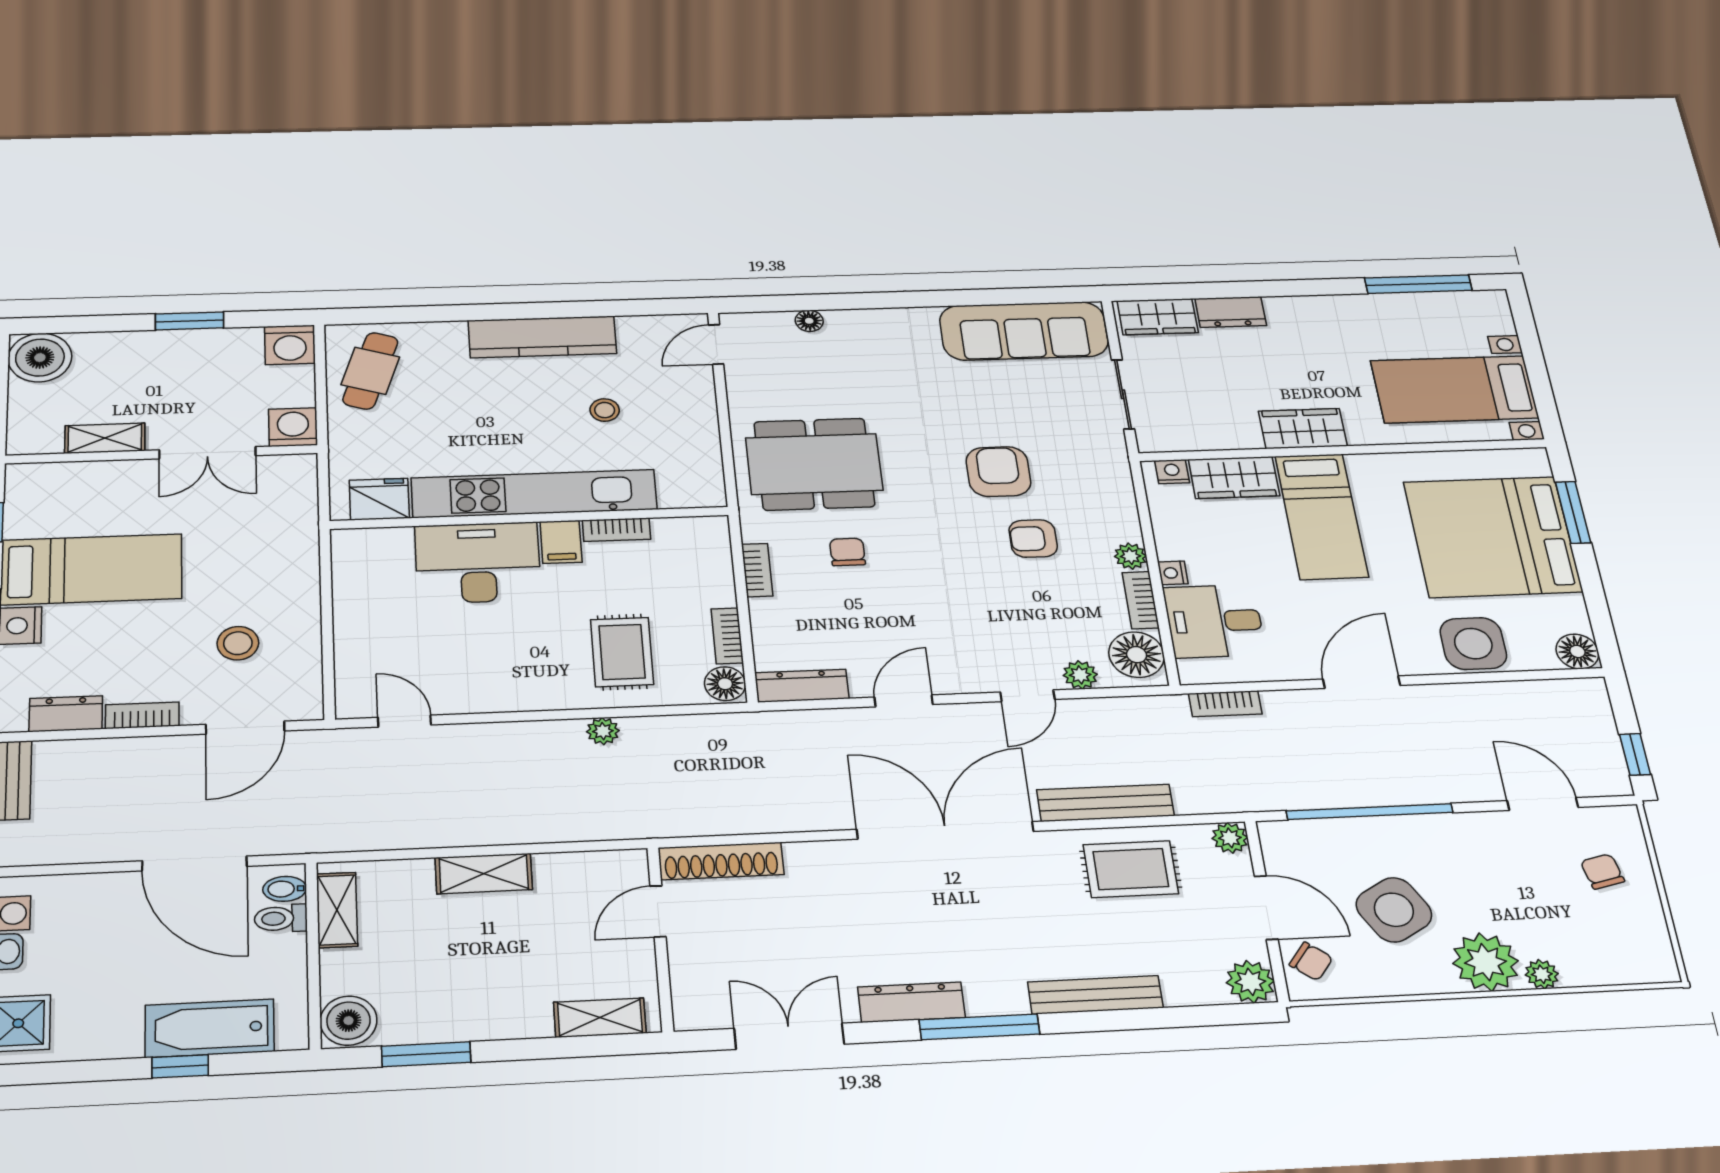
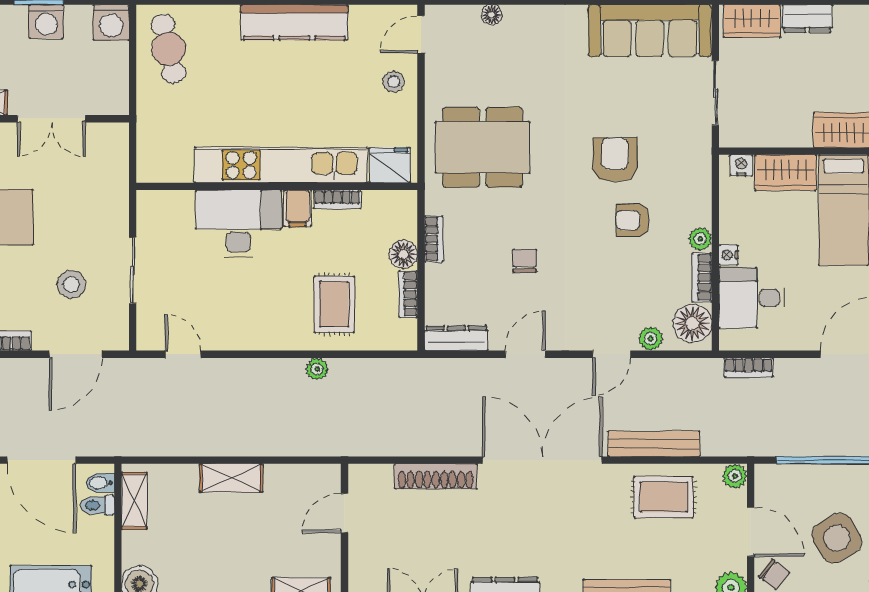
cafe table: (370, 371) -> (168, 49), turned -31
stool: (605, 410) -> (394, 82), moved
washing machine: (293, 427) -> (46, 22), moved, turned 180
fridge: (379, 499) -> (390, 165), moved
chair: (847, 552) -> (525, 261), moved
sliding door: (327, 623) -> (133, 270), added
floor lamp: (725, 684) -> (403, 254), moved
shoe rack: (721, 861) -> (436, 476), moved

